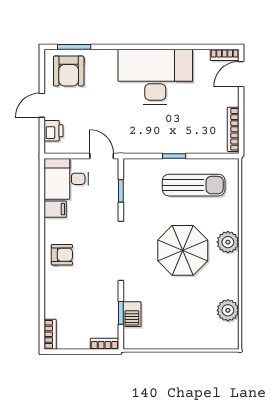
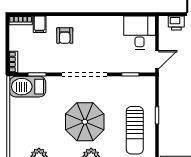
filing cabinet: (55, 209) -> (40, 24), moved
armchair: (62, 255) -> (65, 36), moved
barbecue: (132, 314) -> (28, 87), width x1.88, depth x1.53

